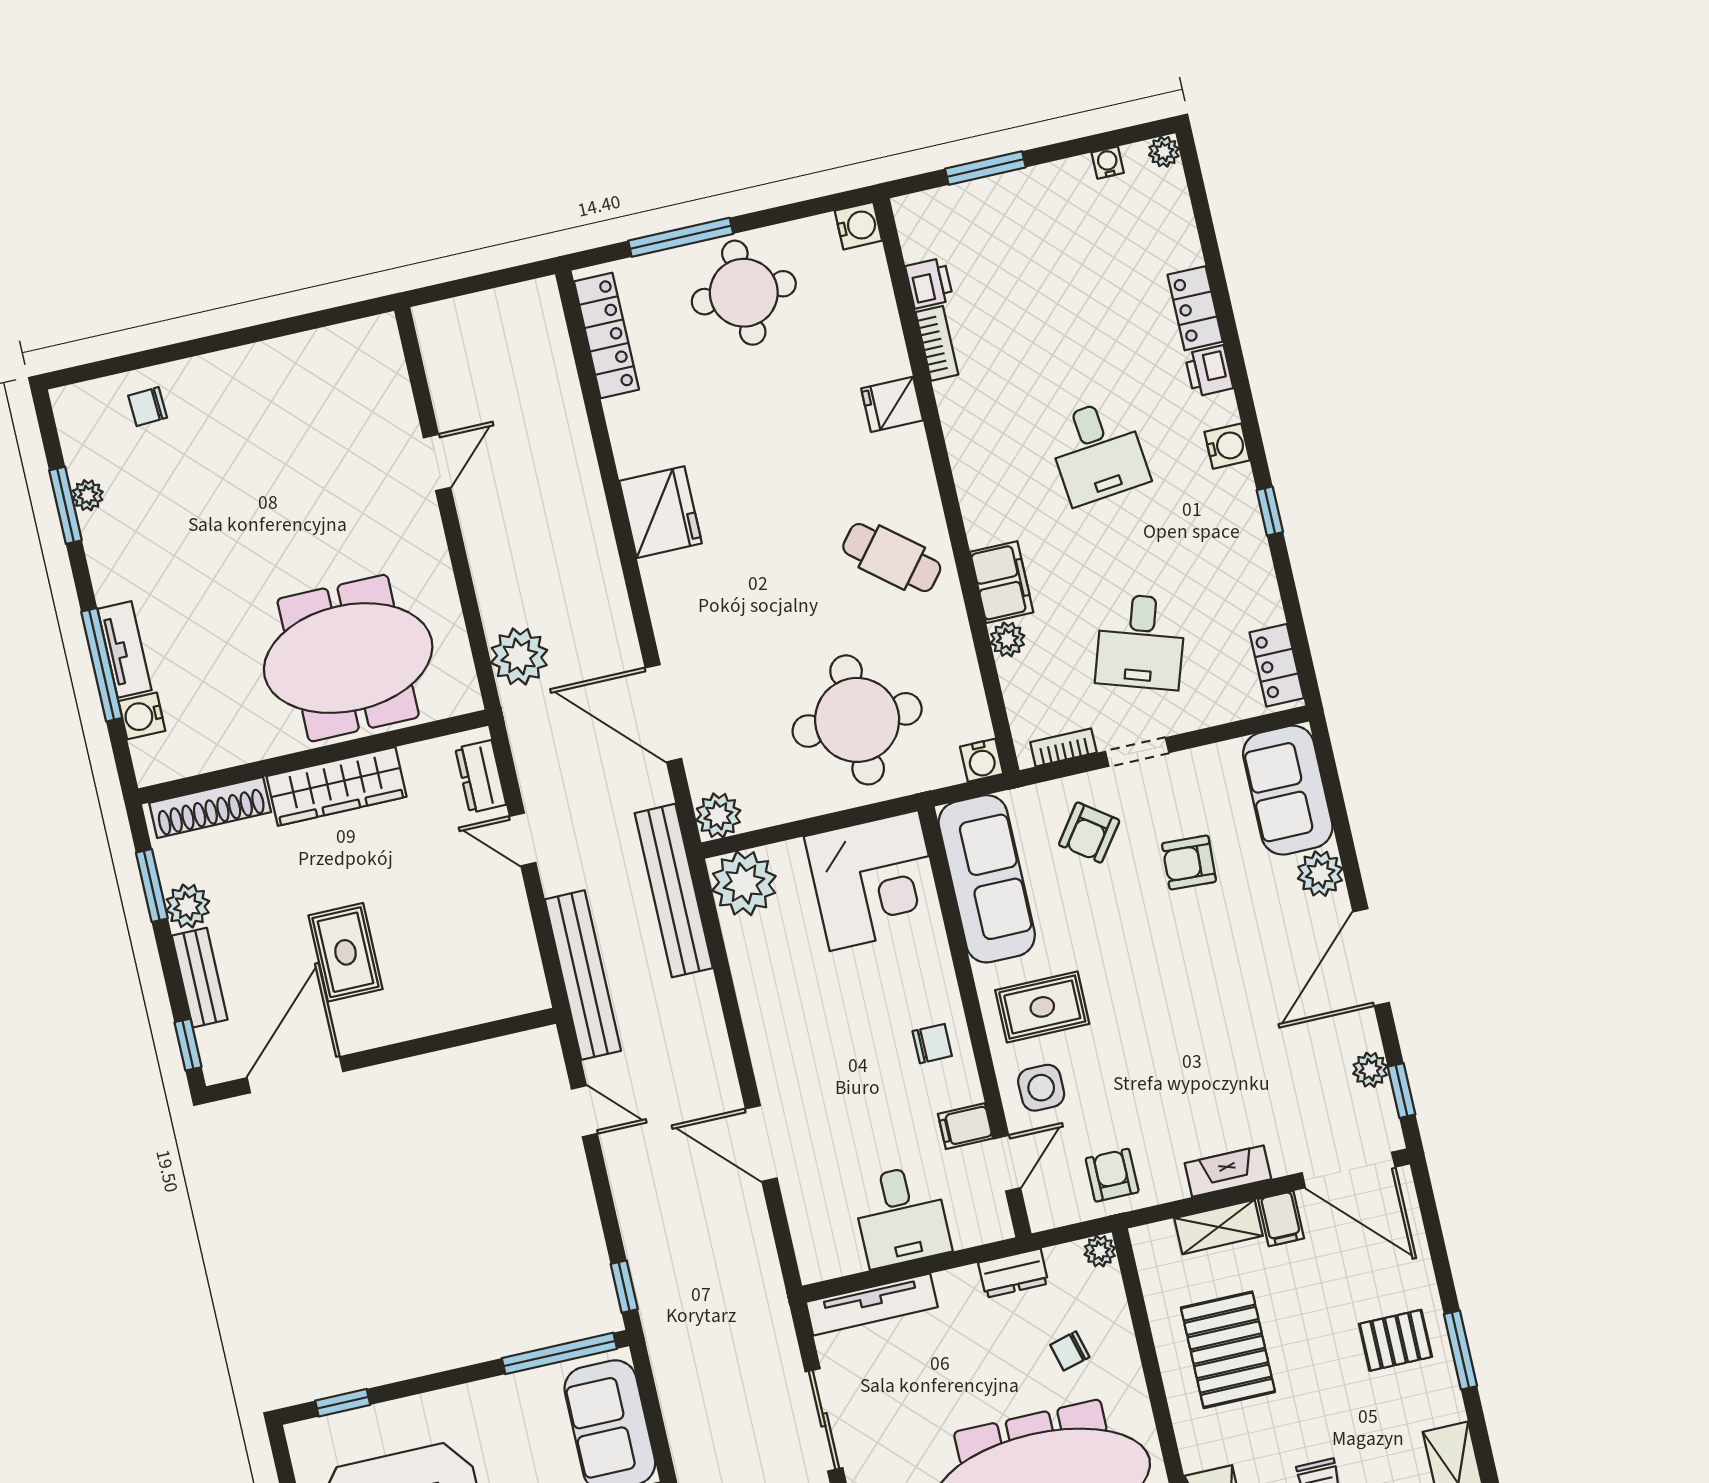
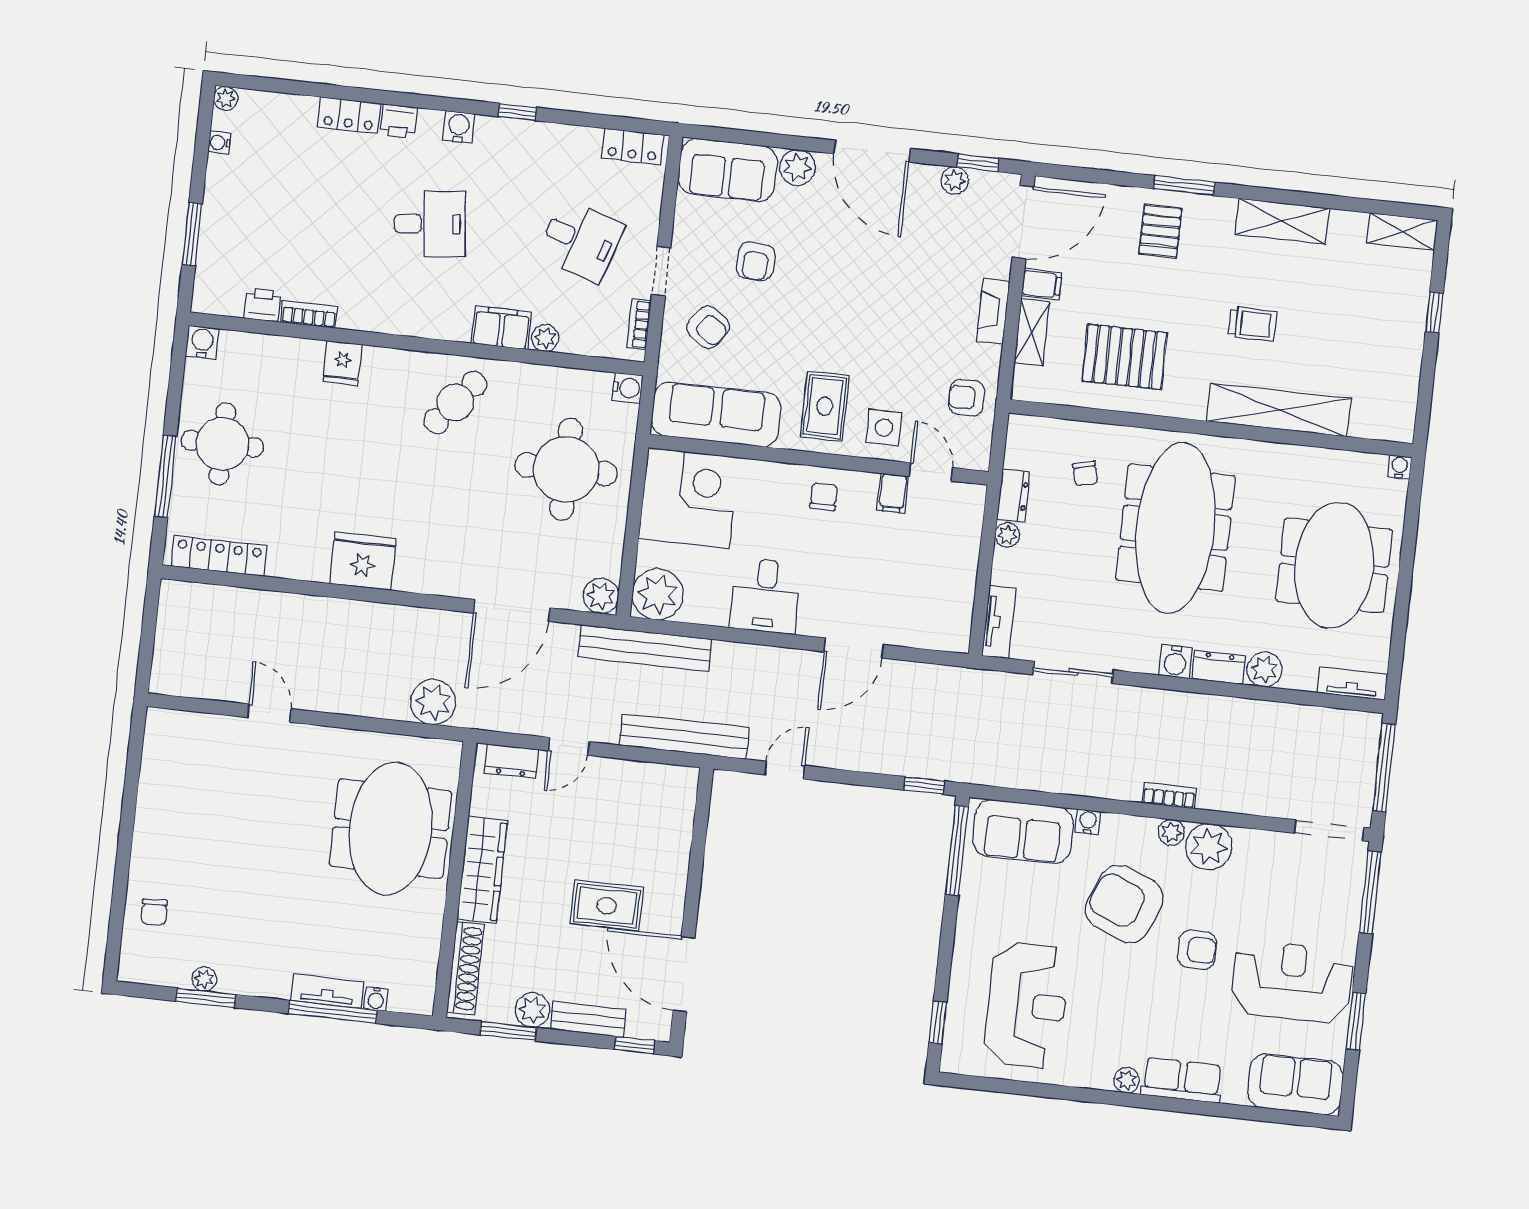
water cooler: (142, 716) -> (376, 999), width x0.72, depth x0.72
desk: (901, 1216) -> (765, 596), moved, turned 90
plant: (1100, 1251) -> (1007, 535), moved
tv unit: (872, 1305) -> (999, 622), width x0.71

